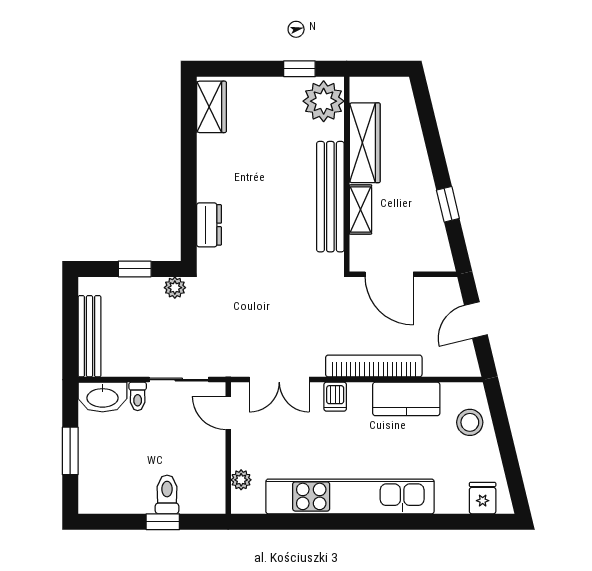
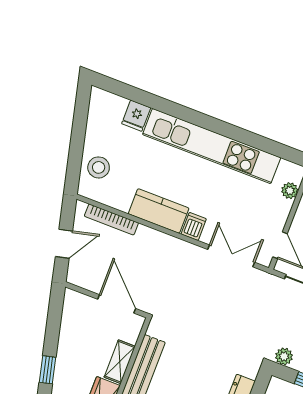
window: (448, 204) -> (48, 370), moved
bookcase: (374, 366) -> (111, 219), moved, width x0.68, depth x0.76
kitchen counter: (406, 399) -> (159, 211), moved
fridge: (483, 498) -> (136, 116), moved

